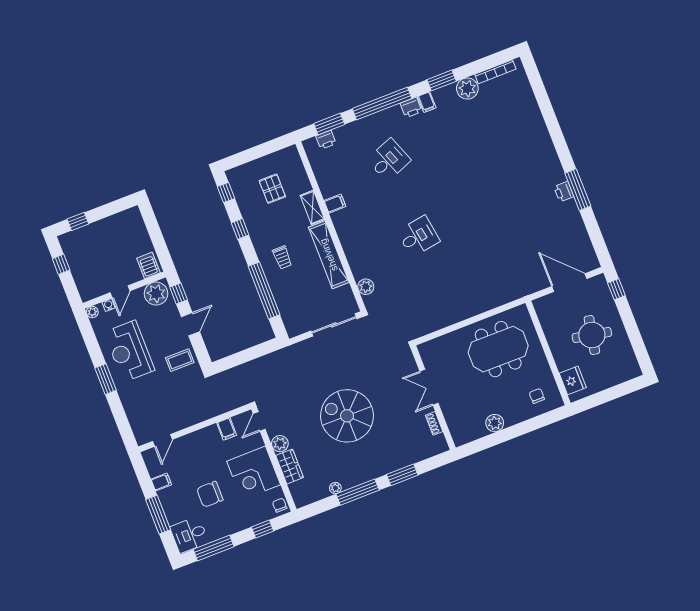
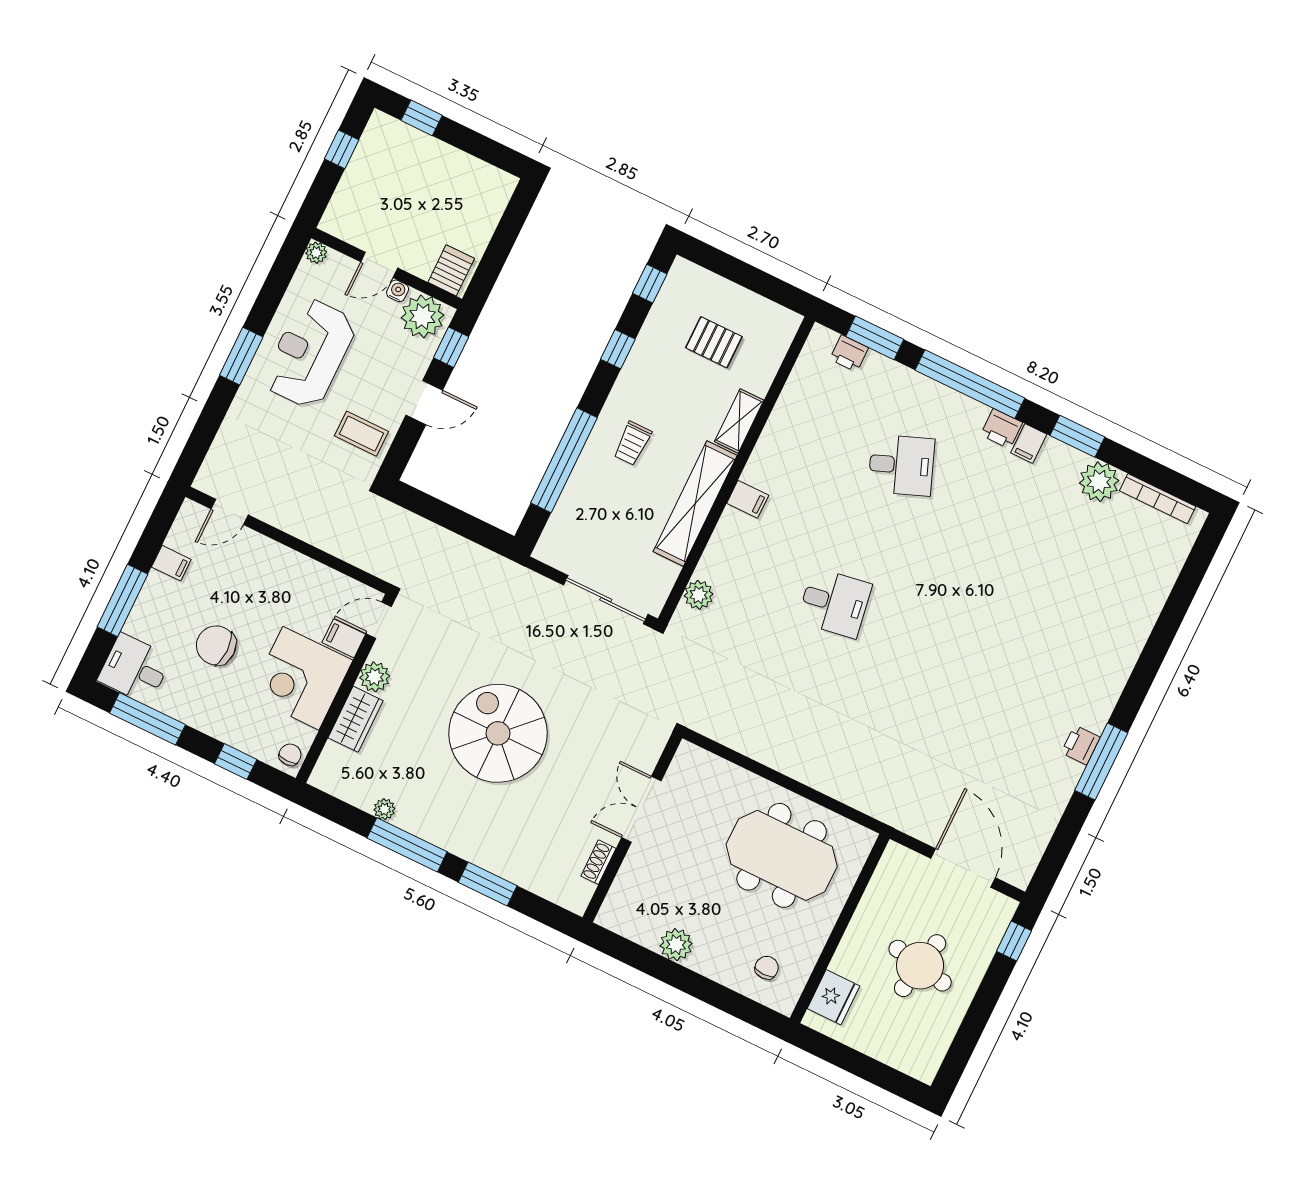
pallet: (272, 189) -> (714, 342), turned 90
filing cabinet: (335, 204) -> (748, 499), moved
water cooler: (109, 305) -> (398, 291), moved
filing cabinet: (227, 429) -> (344, 638), moved, turned 90

